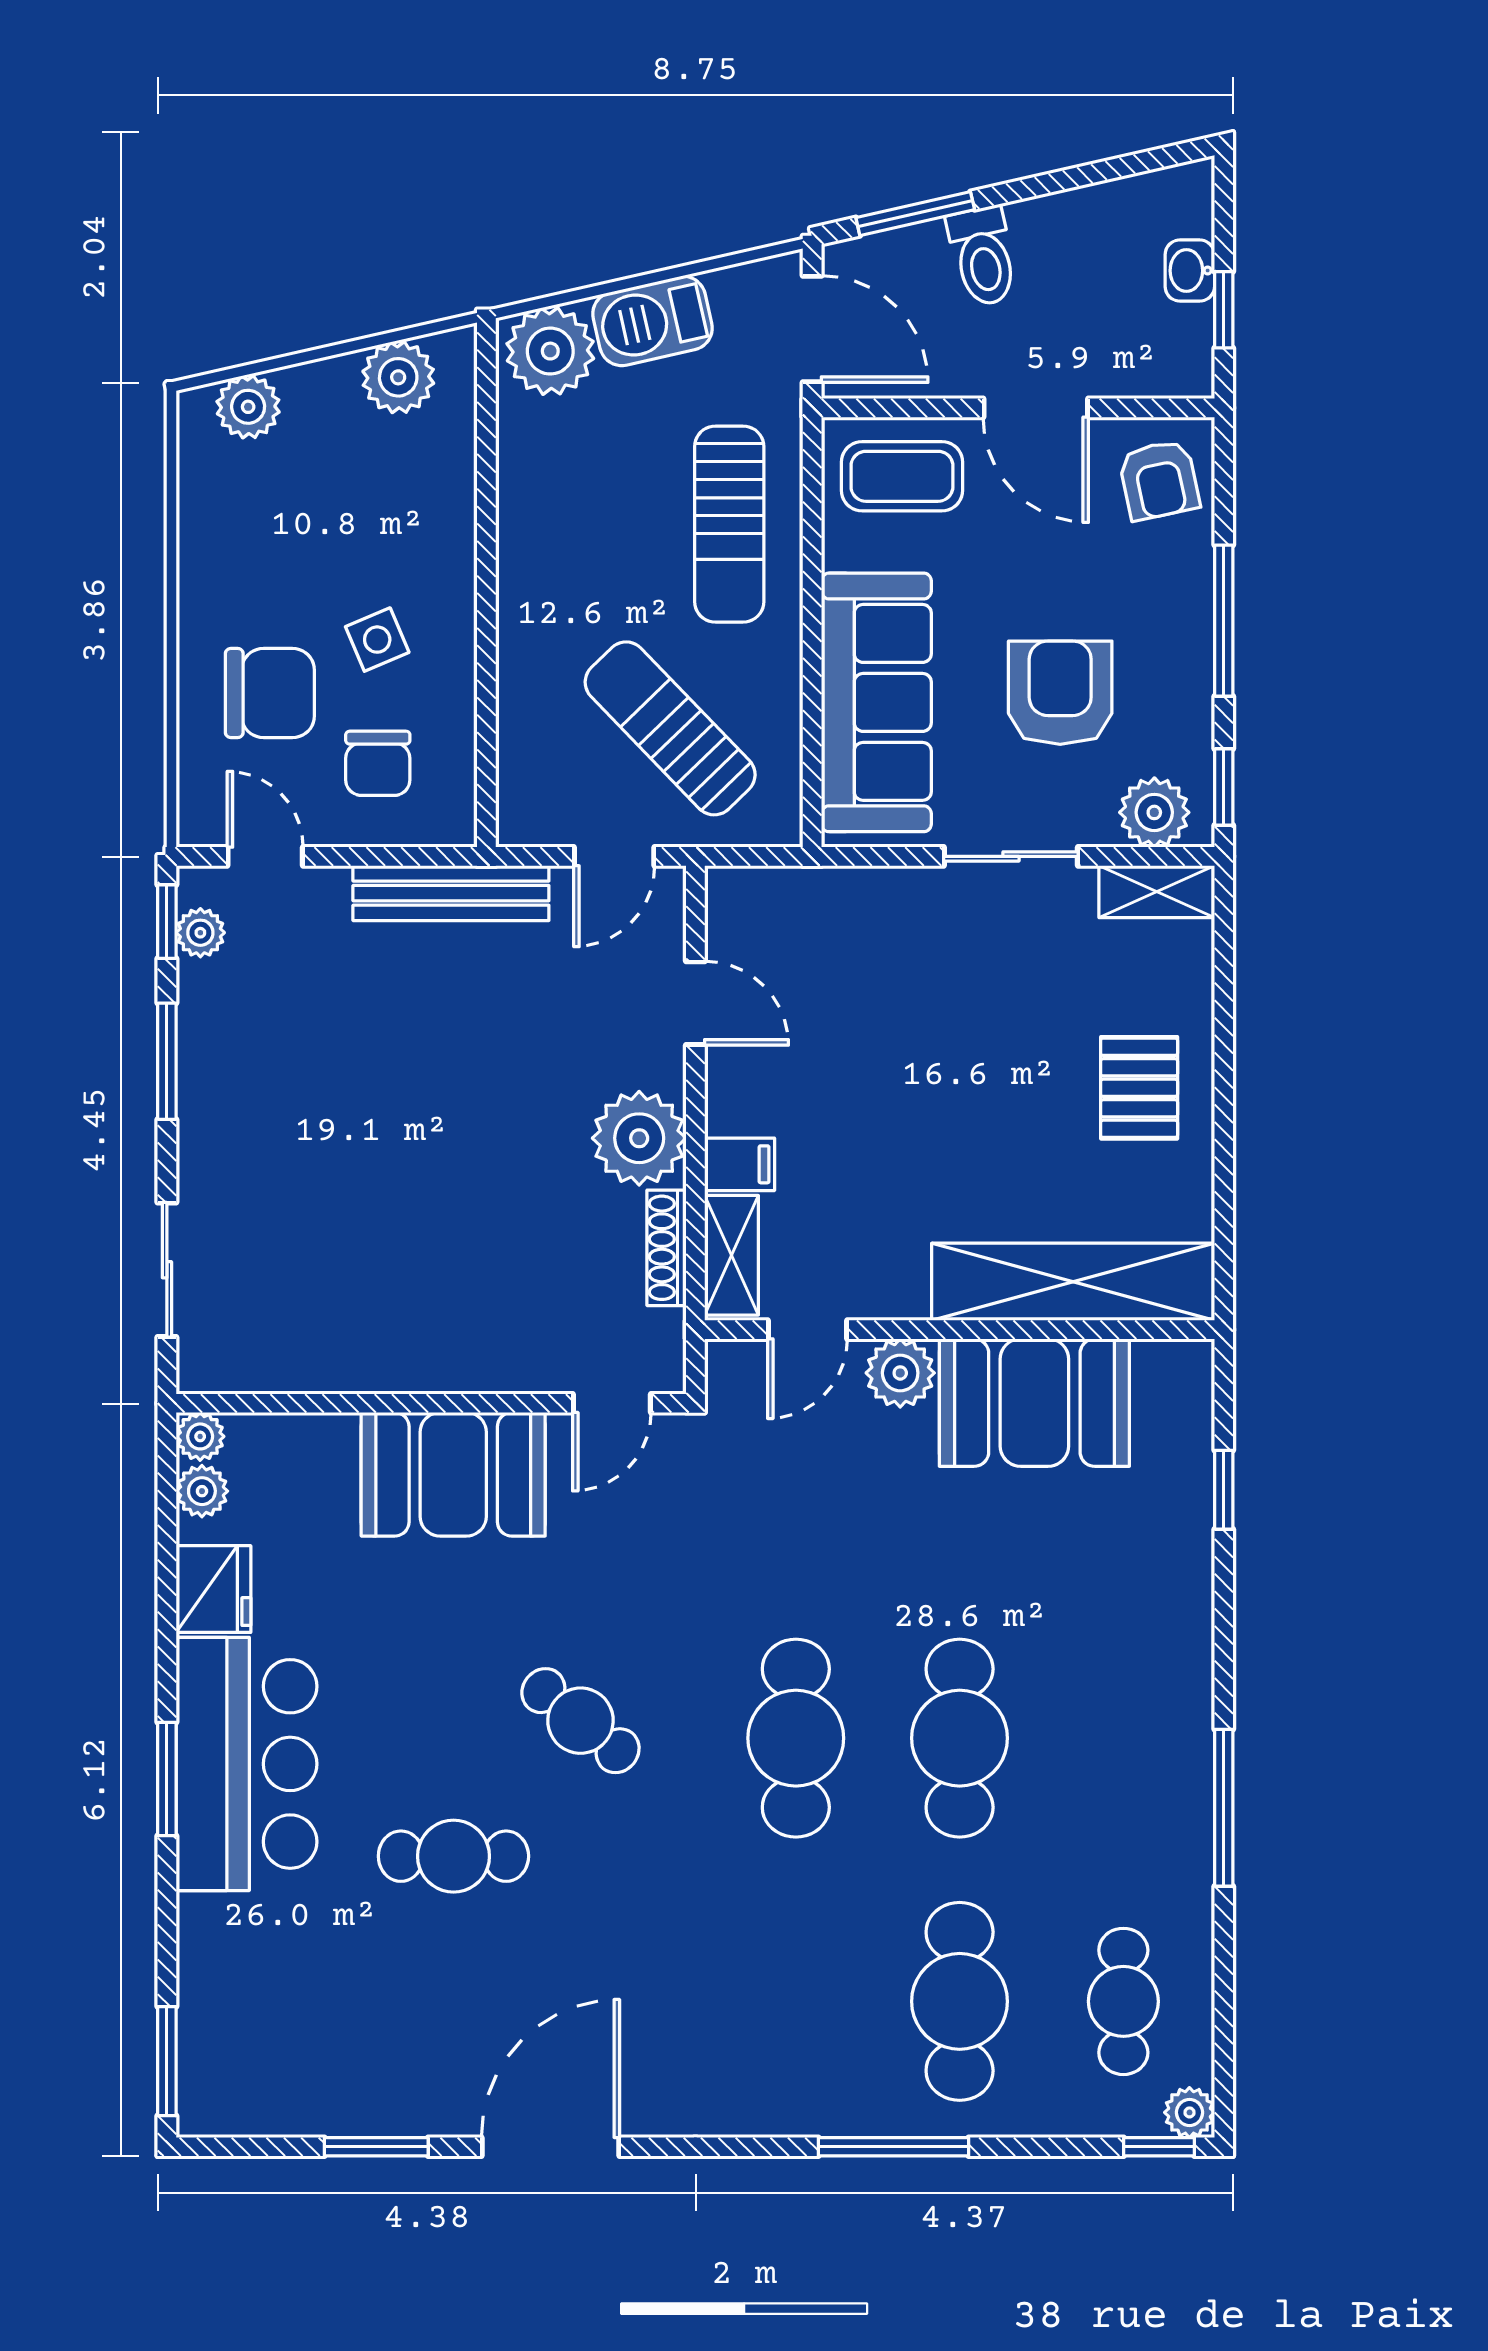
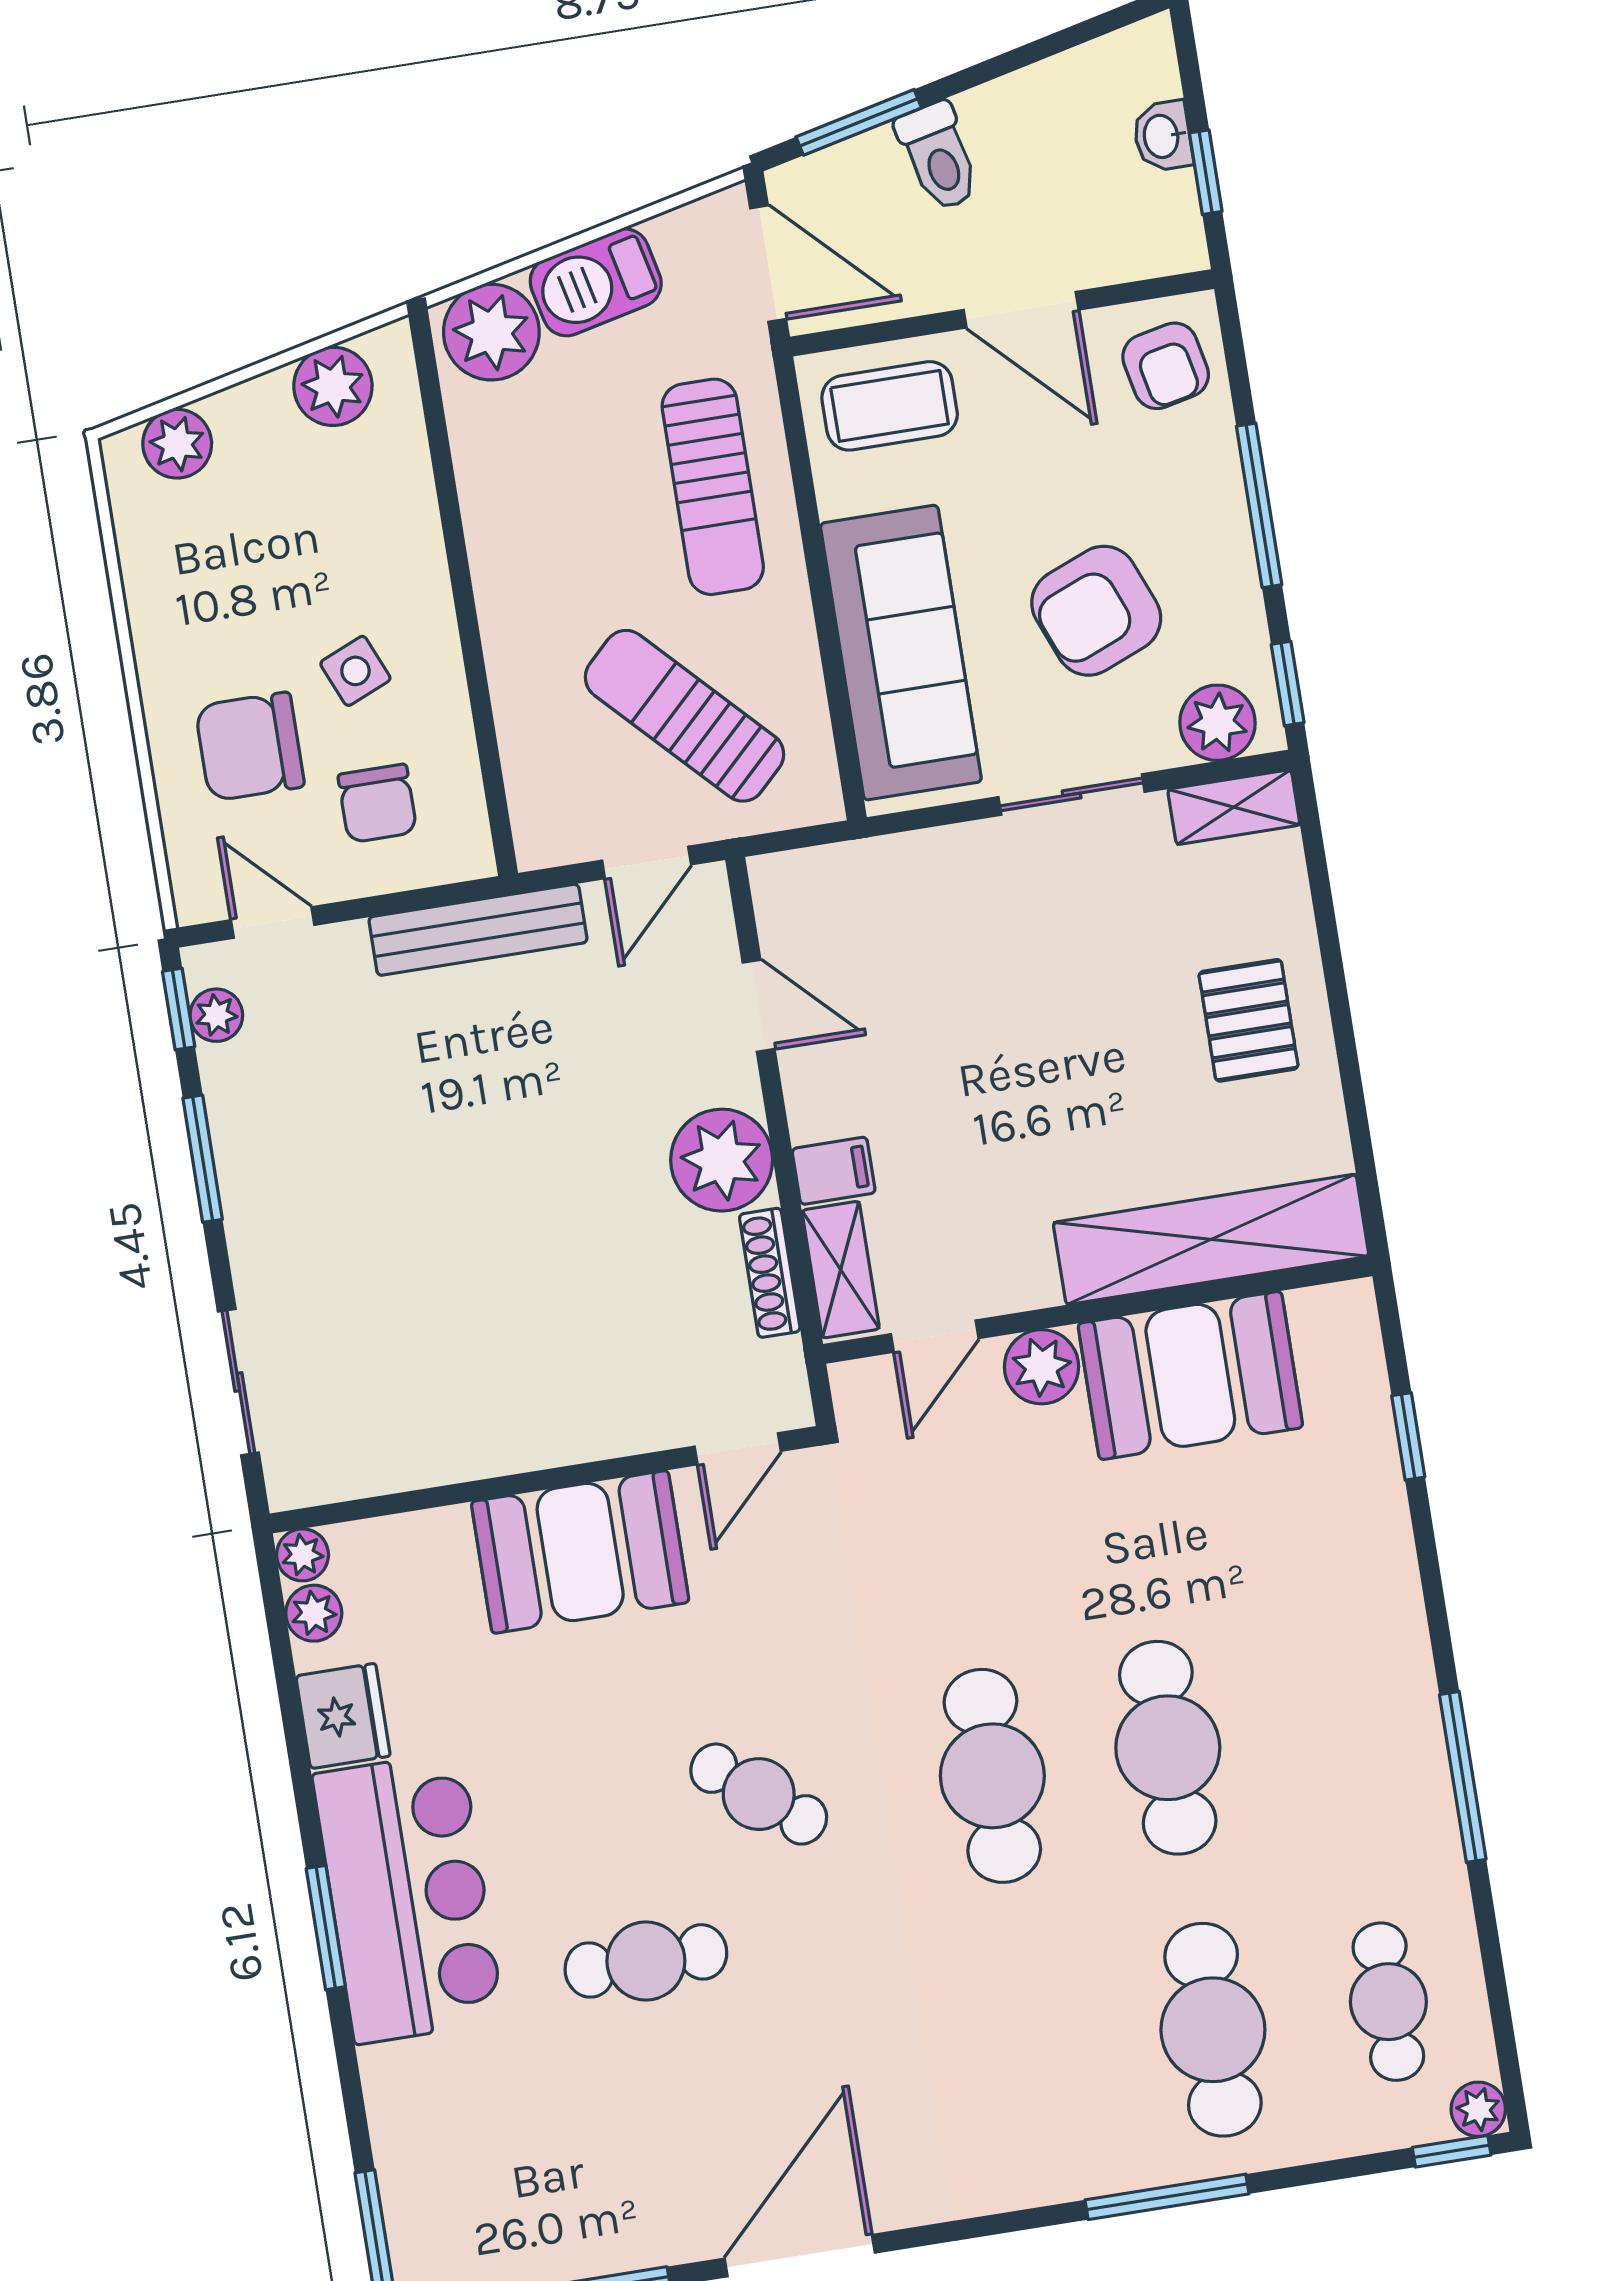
chair: (270, 693) -> (250, 747), turned 180
armchair: (1060, 693) -> (1096, 611), turned -112

